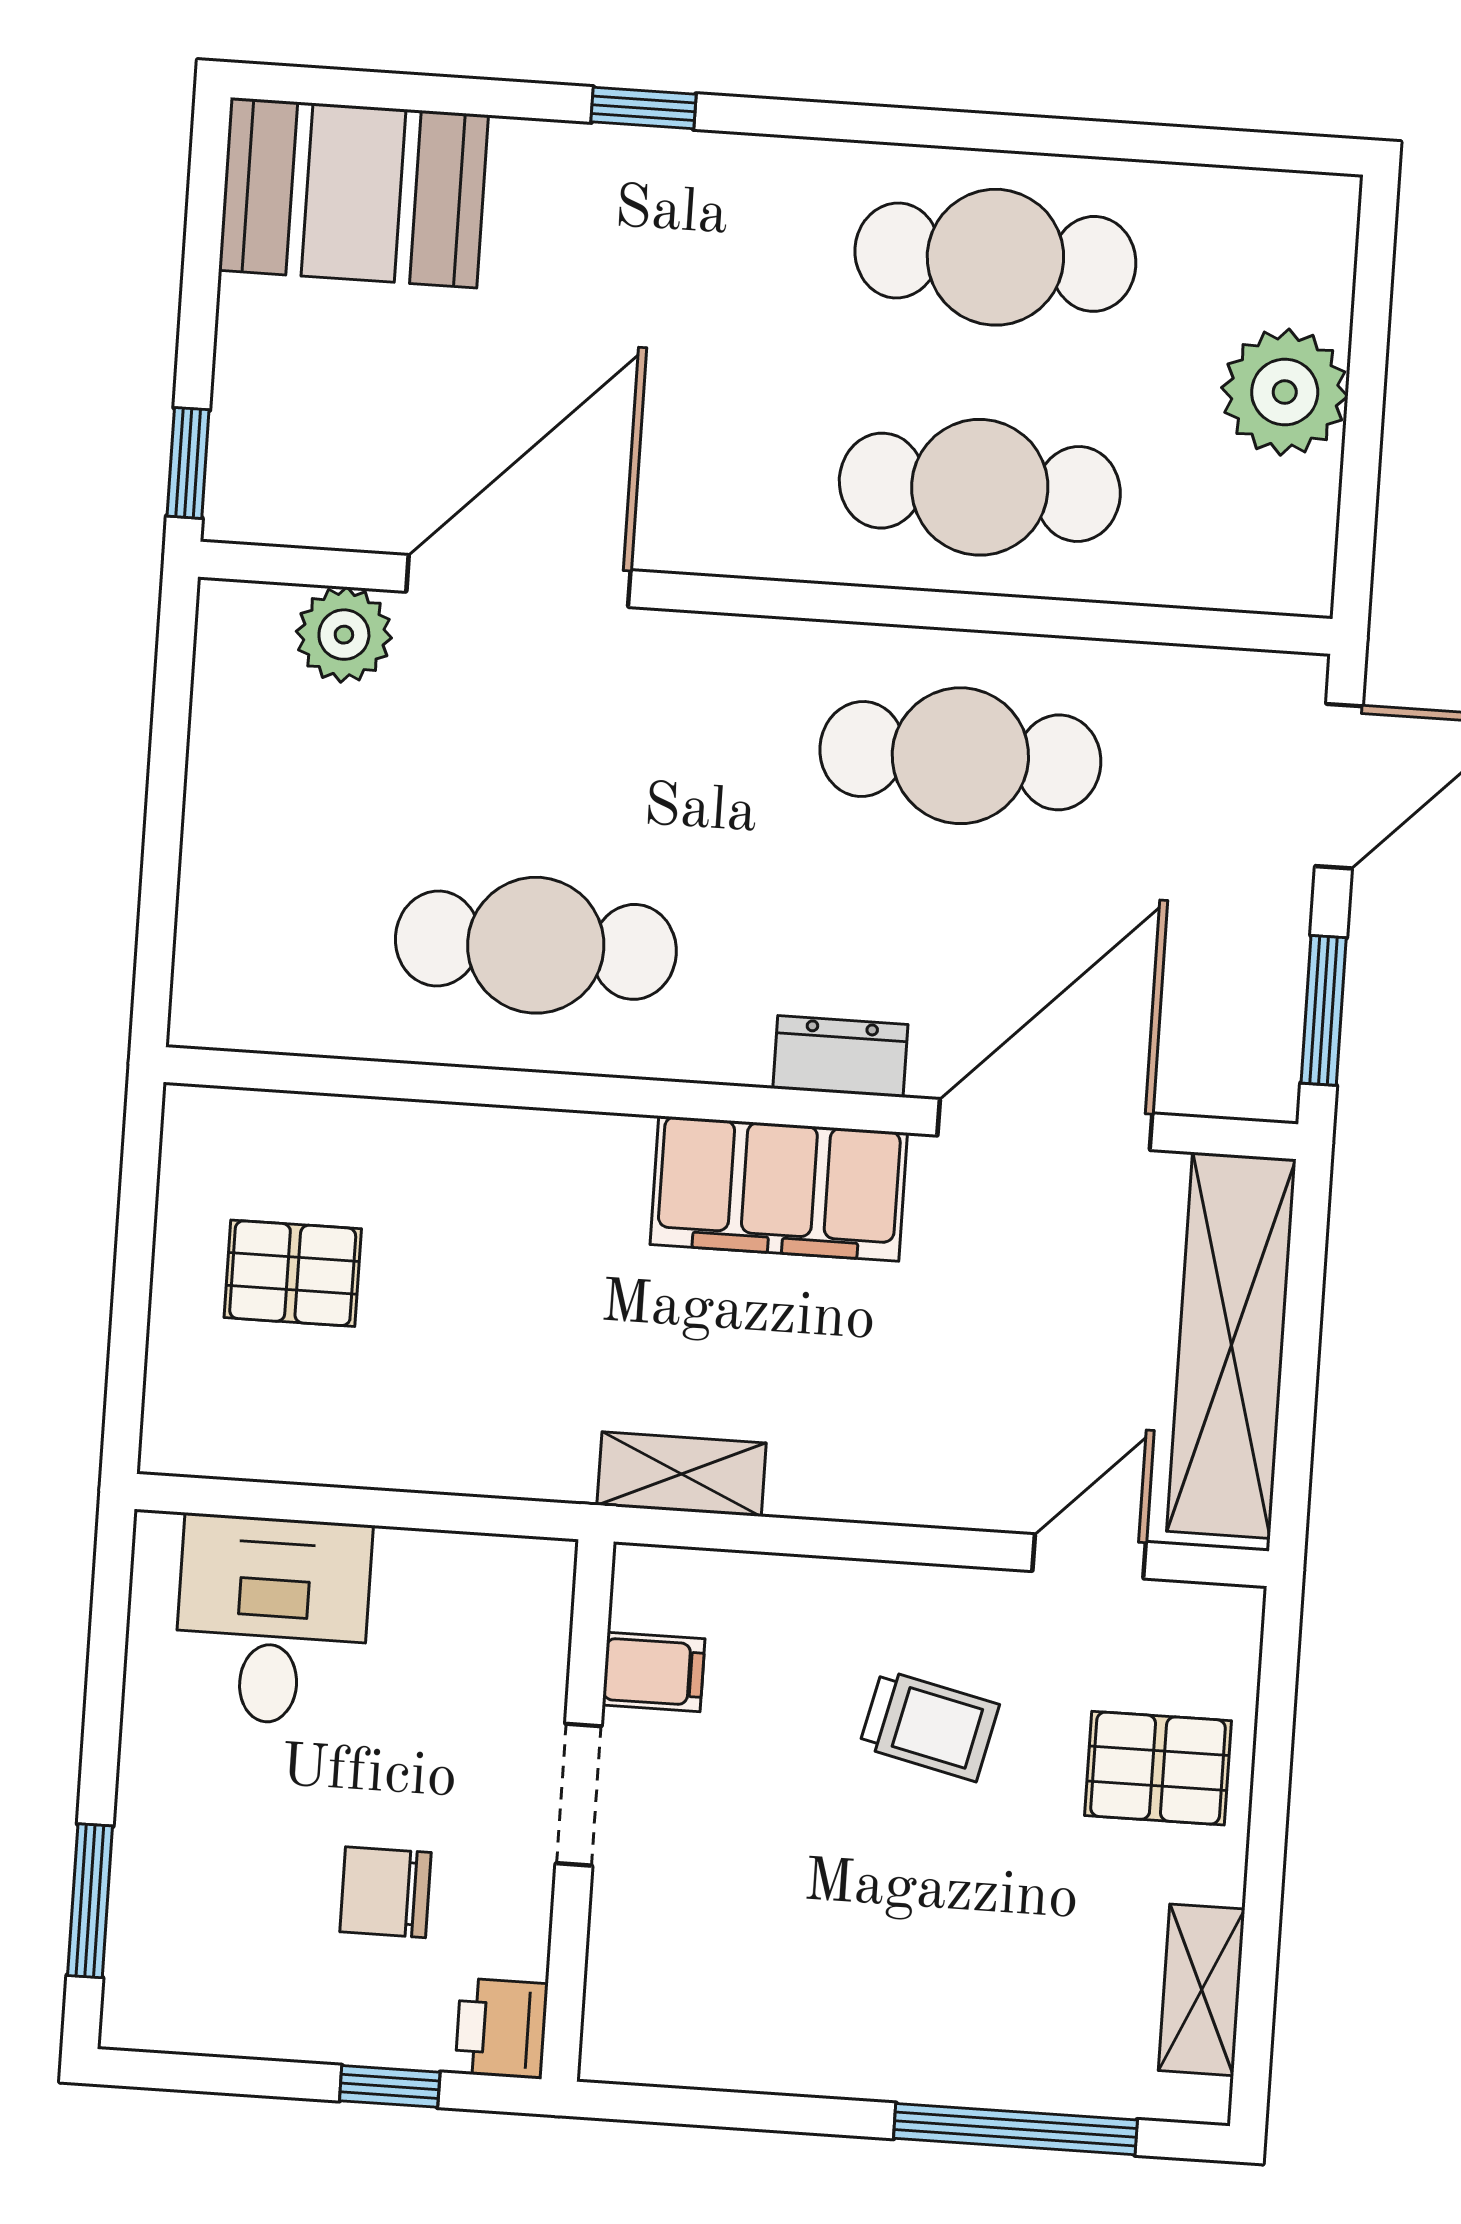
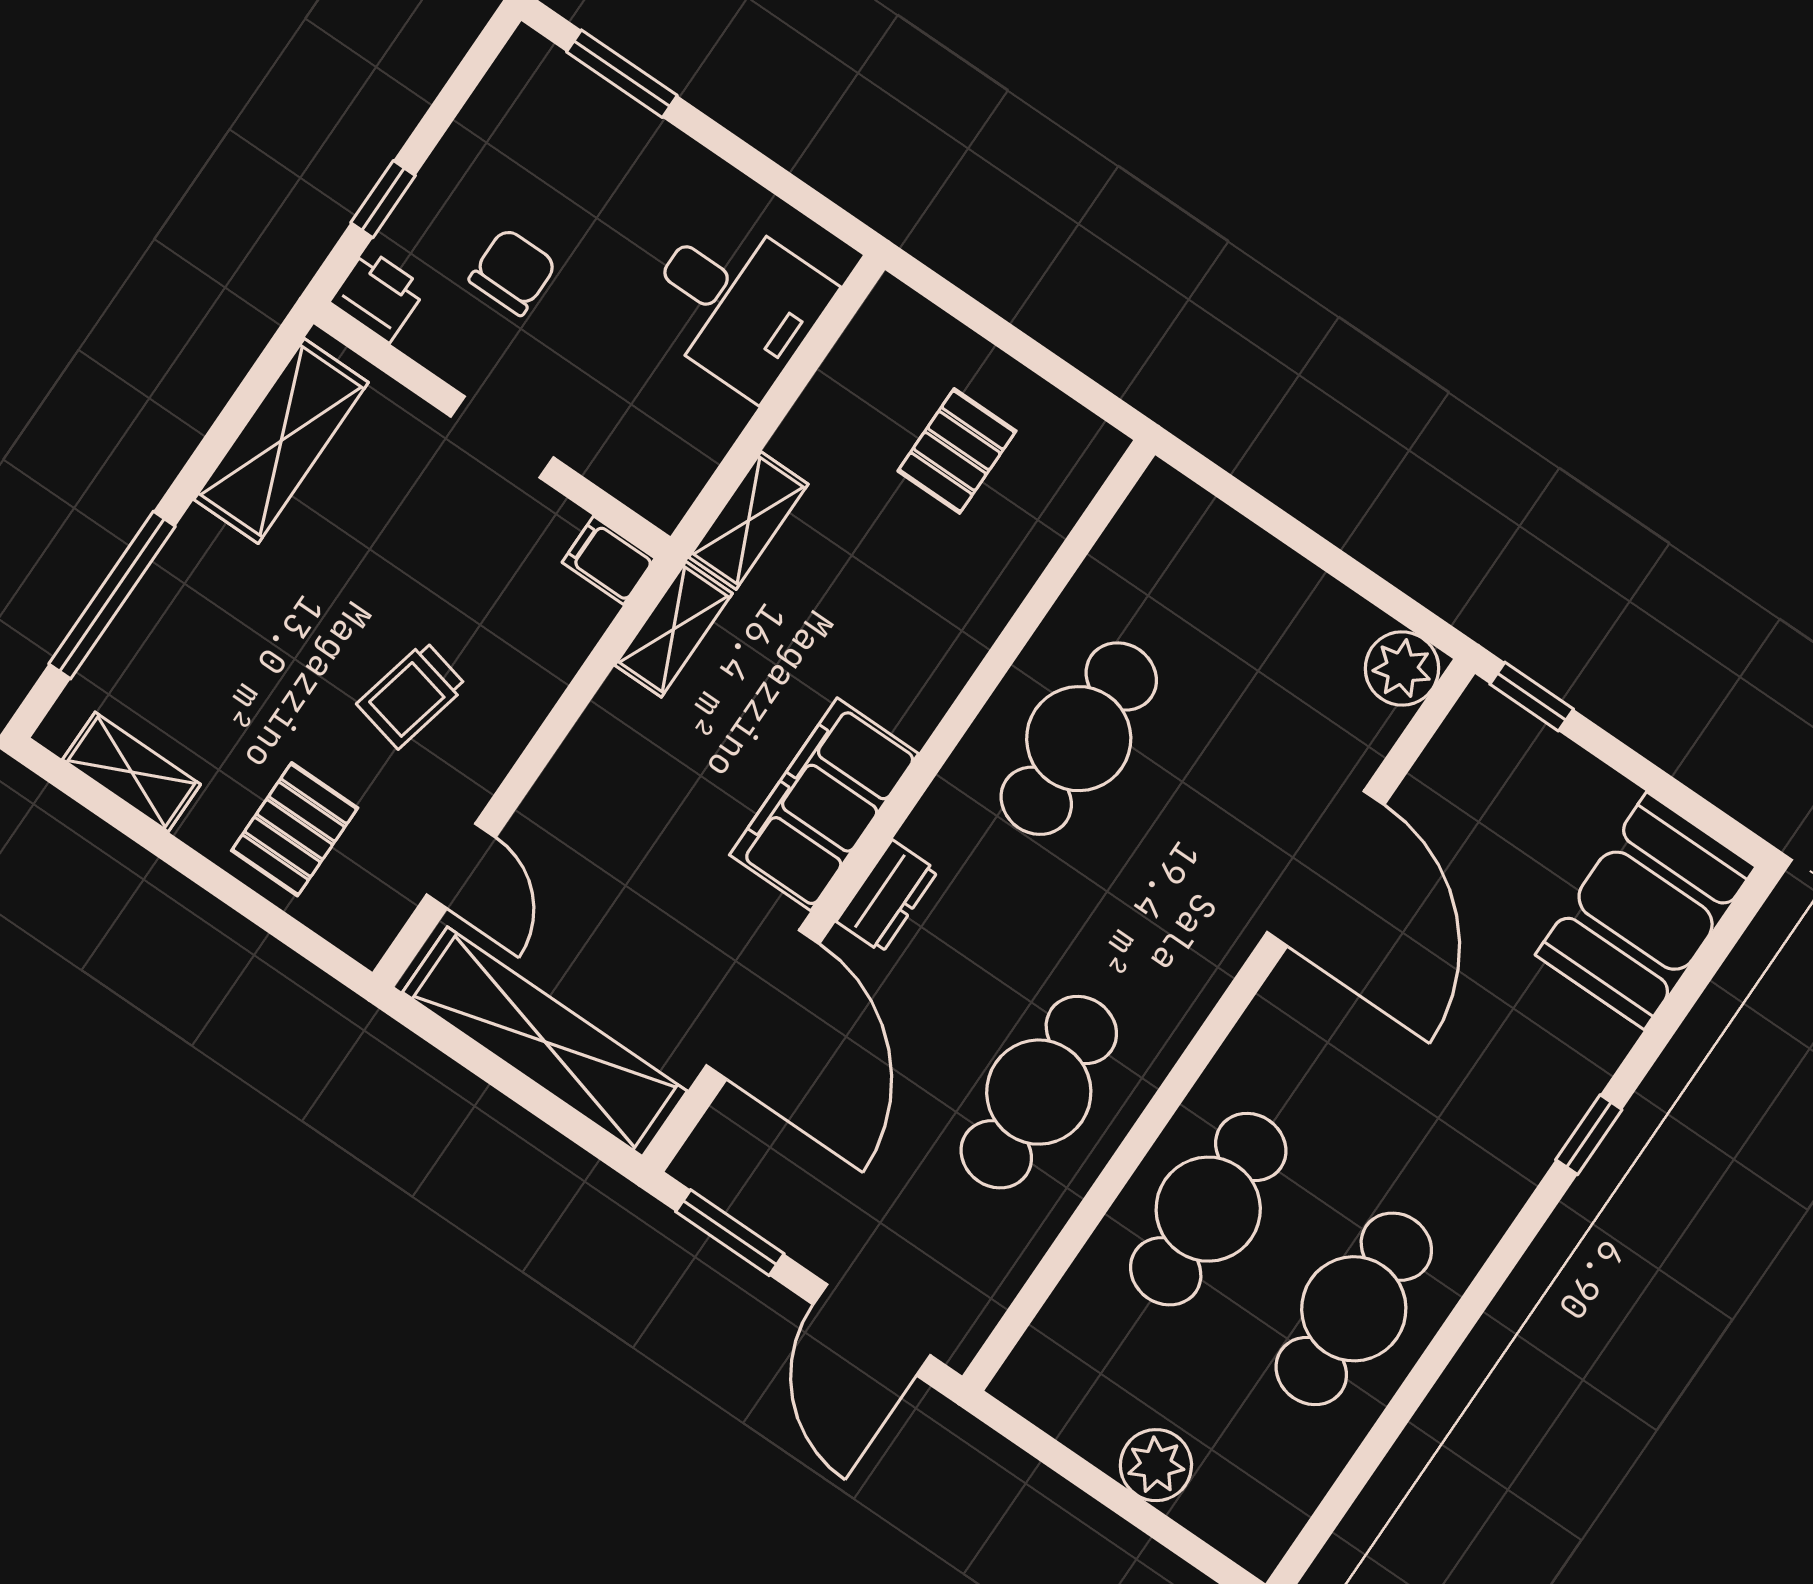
plant: (1285, 392) -> (1156, 1465), width x0.73, depth x0.73
plant: (344, 635) -> (1402, 668), moved
shelving: (509, 1462) -> (748, 521), added
filing cabinet: (654, 1672) -> (609, 560), moved, turned 90
shelving: (730, 2041) -> (281, 441), added

